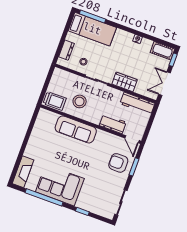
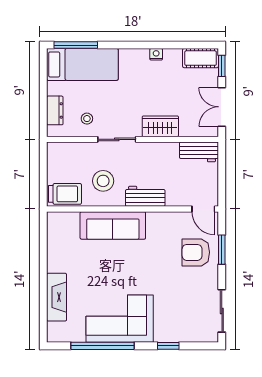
workbench: (137, 103) -> (199, 152), width x0.73
workbench: (113, 124) -> (145, 196), moved
fireplace: (23, 172) -> (57, 297), moved

